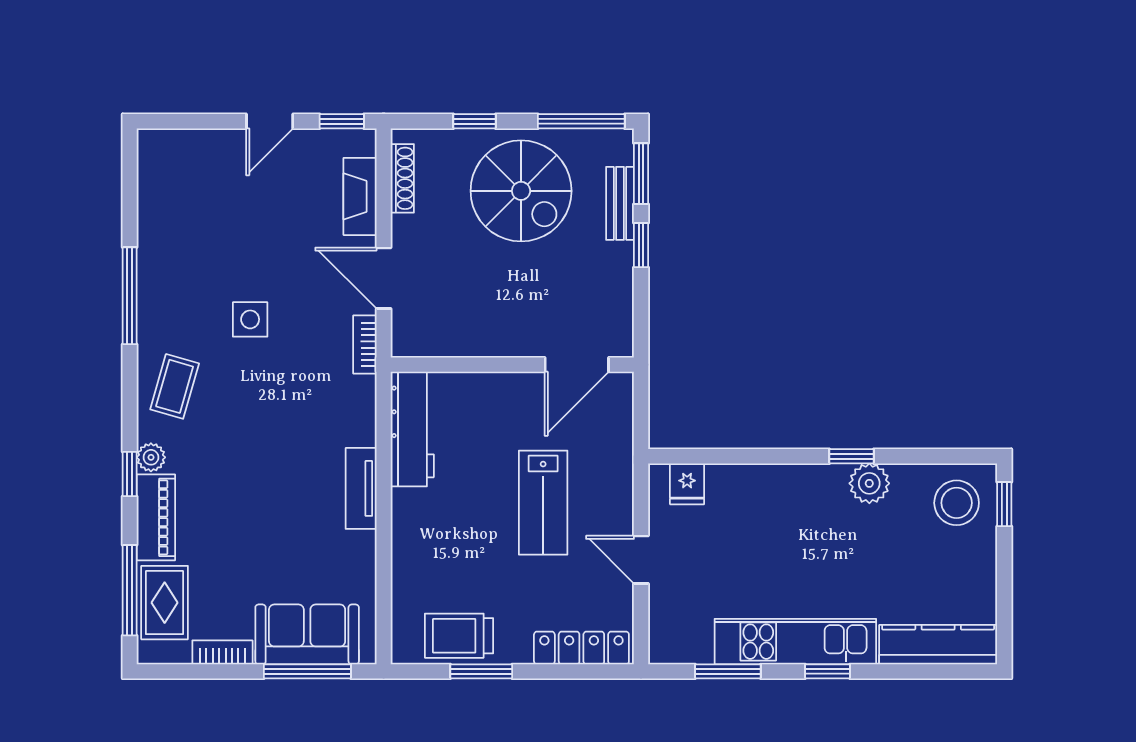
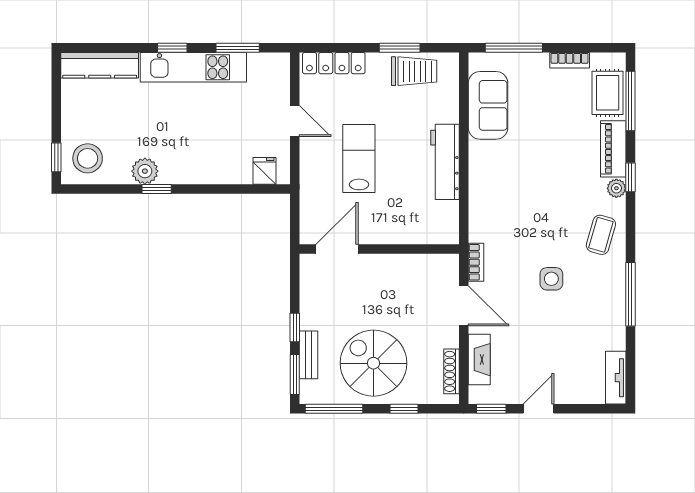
workbench: (412, 429) -> (445, 162), moved
tv unit: (361, 488) -> (616, 378), moved, turned 180
sofa: (307, 634) -> (488, 105), moved, turned -90

